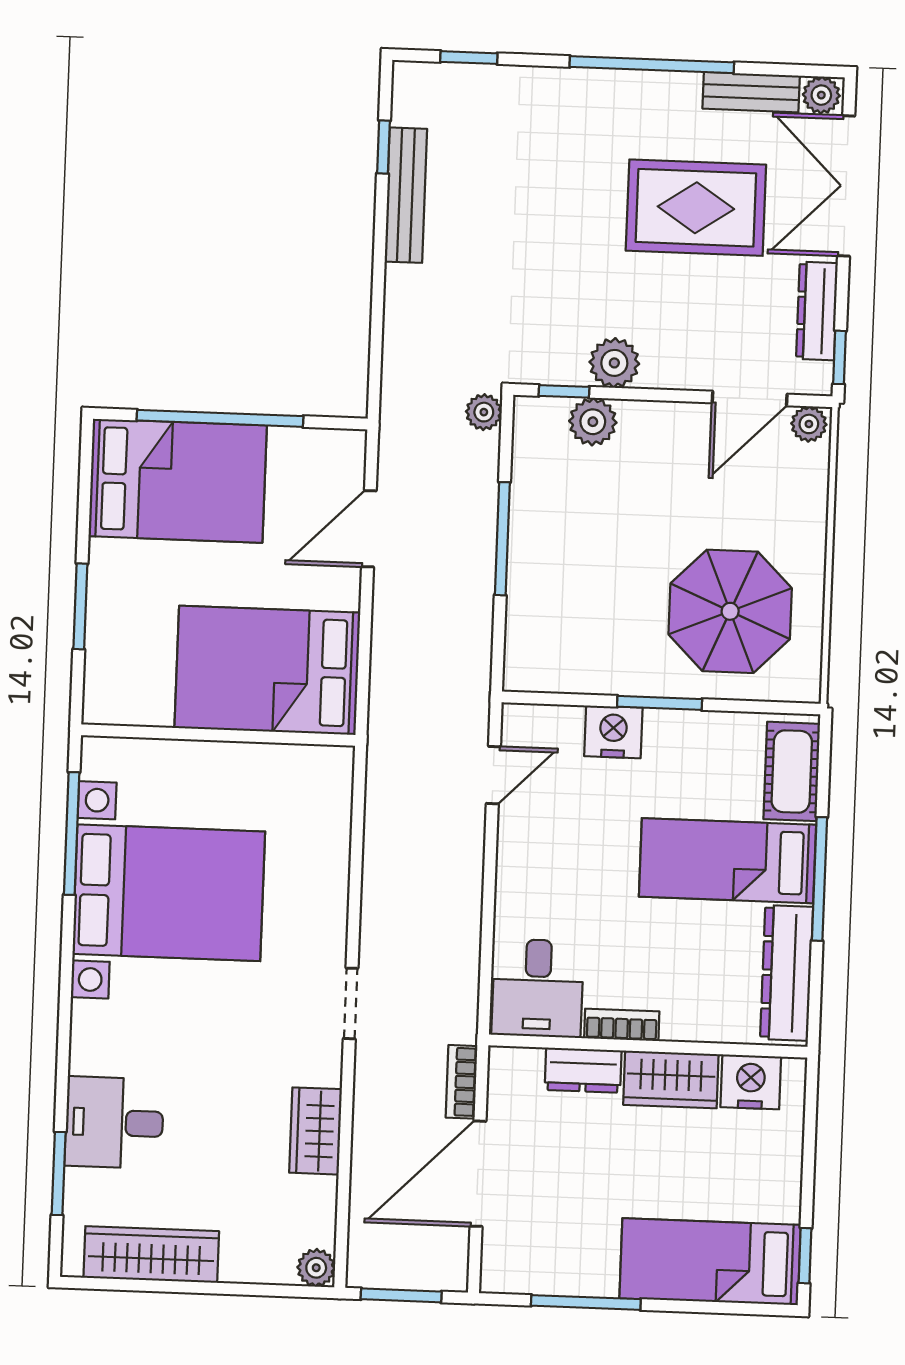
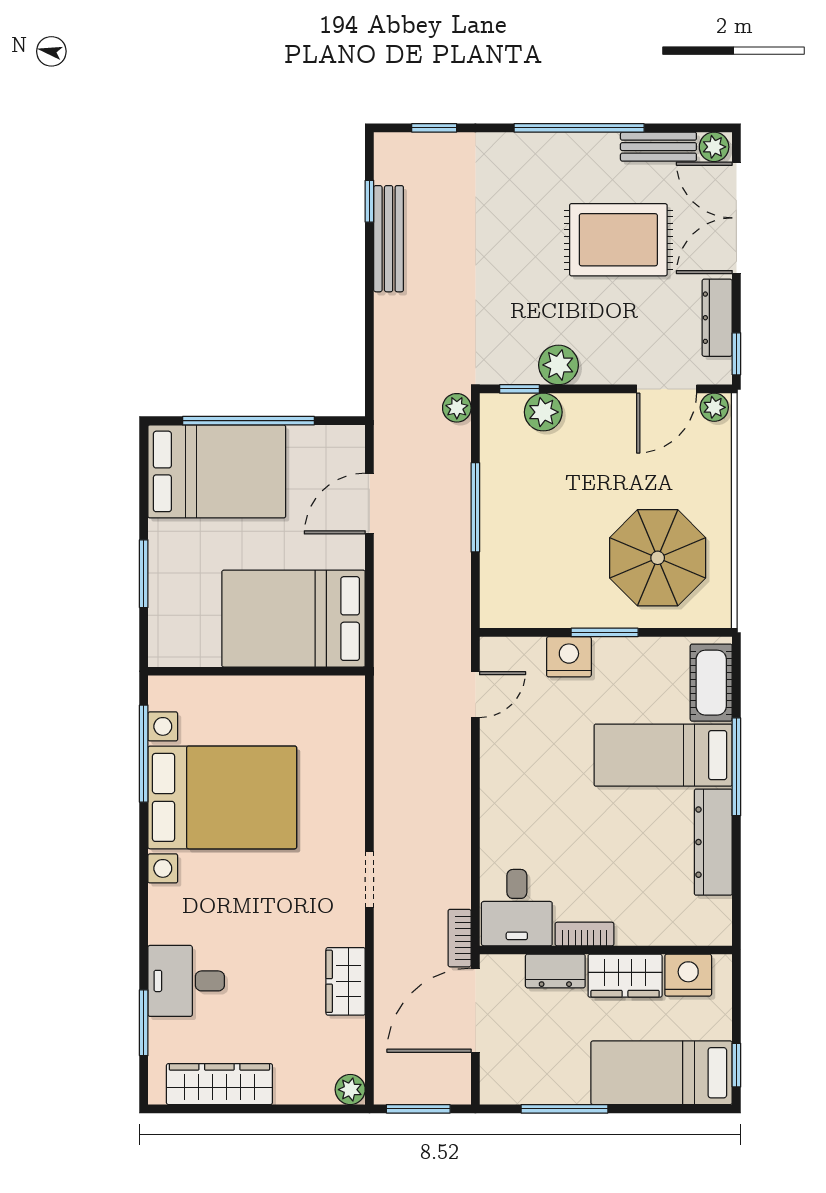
desk: (538, 988) -> (517, 908), moved
bookcase: (622, 1025) -> (584, 934), moved
wall: (648, 1046) -> (606, 950), moved
dresser: (583, 1070) -> (555, 971), moved
wardrobe: (671, 1079) -> (625, 976), moved
nightstand: (751, 1082) -> (688, 975), moved

